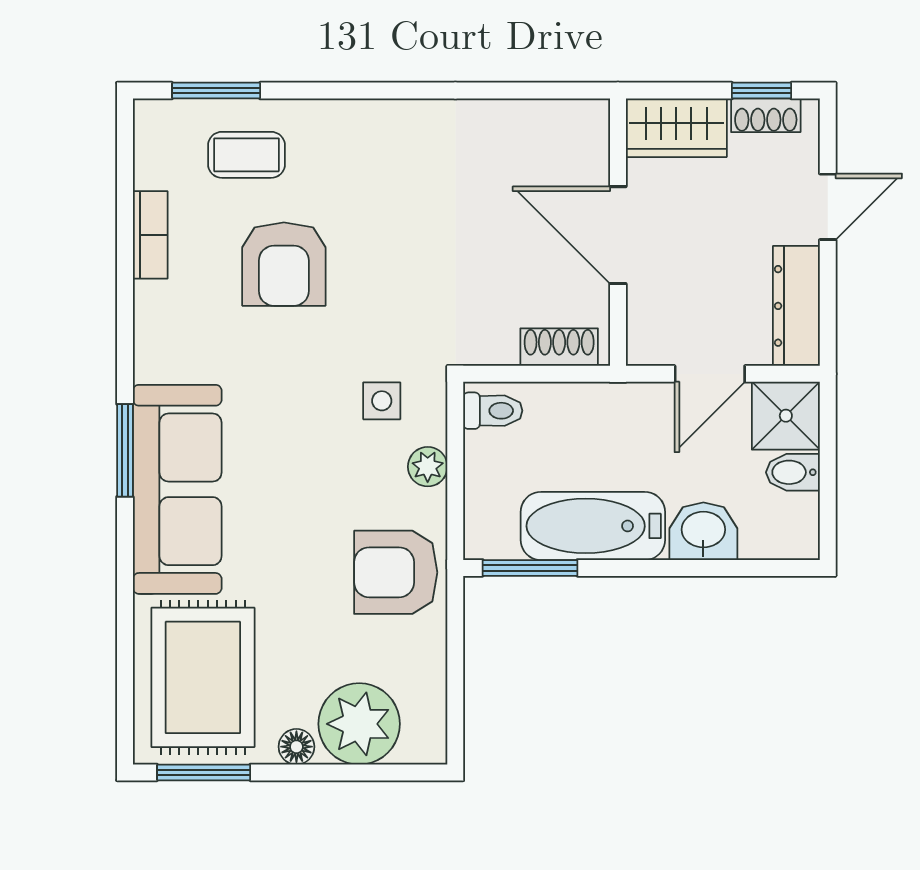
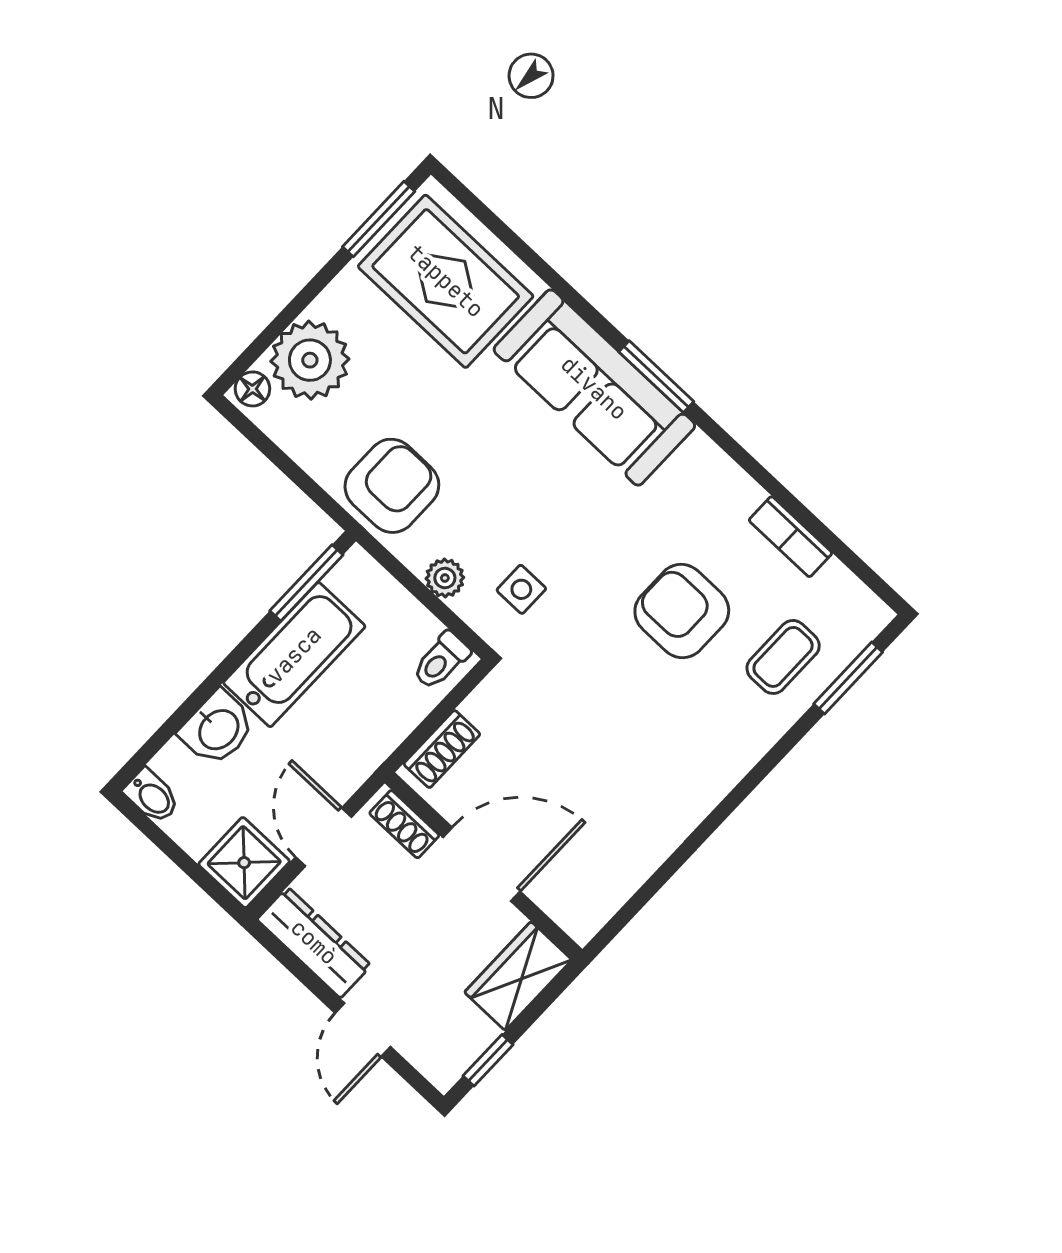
shoe rack: (766, 115) -> (404, 824), moved, turned -90
bidet: (793, 472) -> (152, 796), moved, turned 90
floor lamp: (296, 747) -> (252, 389), moved

